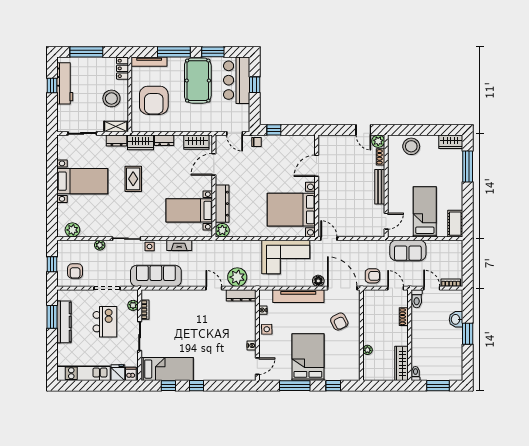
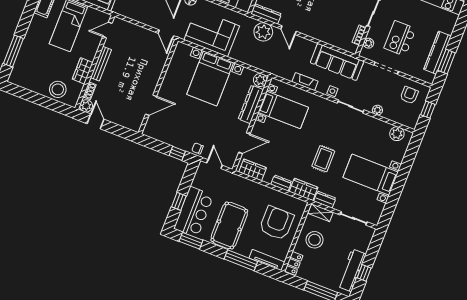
window: (213, 52) -> (191, 241), moved
wardrobe: (451, 142) -> (83, 71), moved, turned -90
bed with nightstands: (291, 210) -> (210, 78), moved, turned 90

